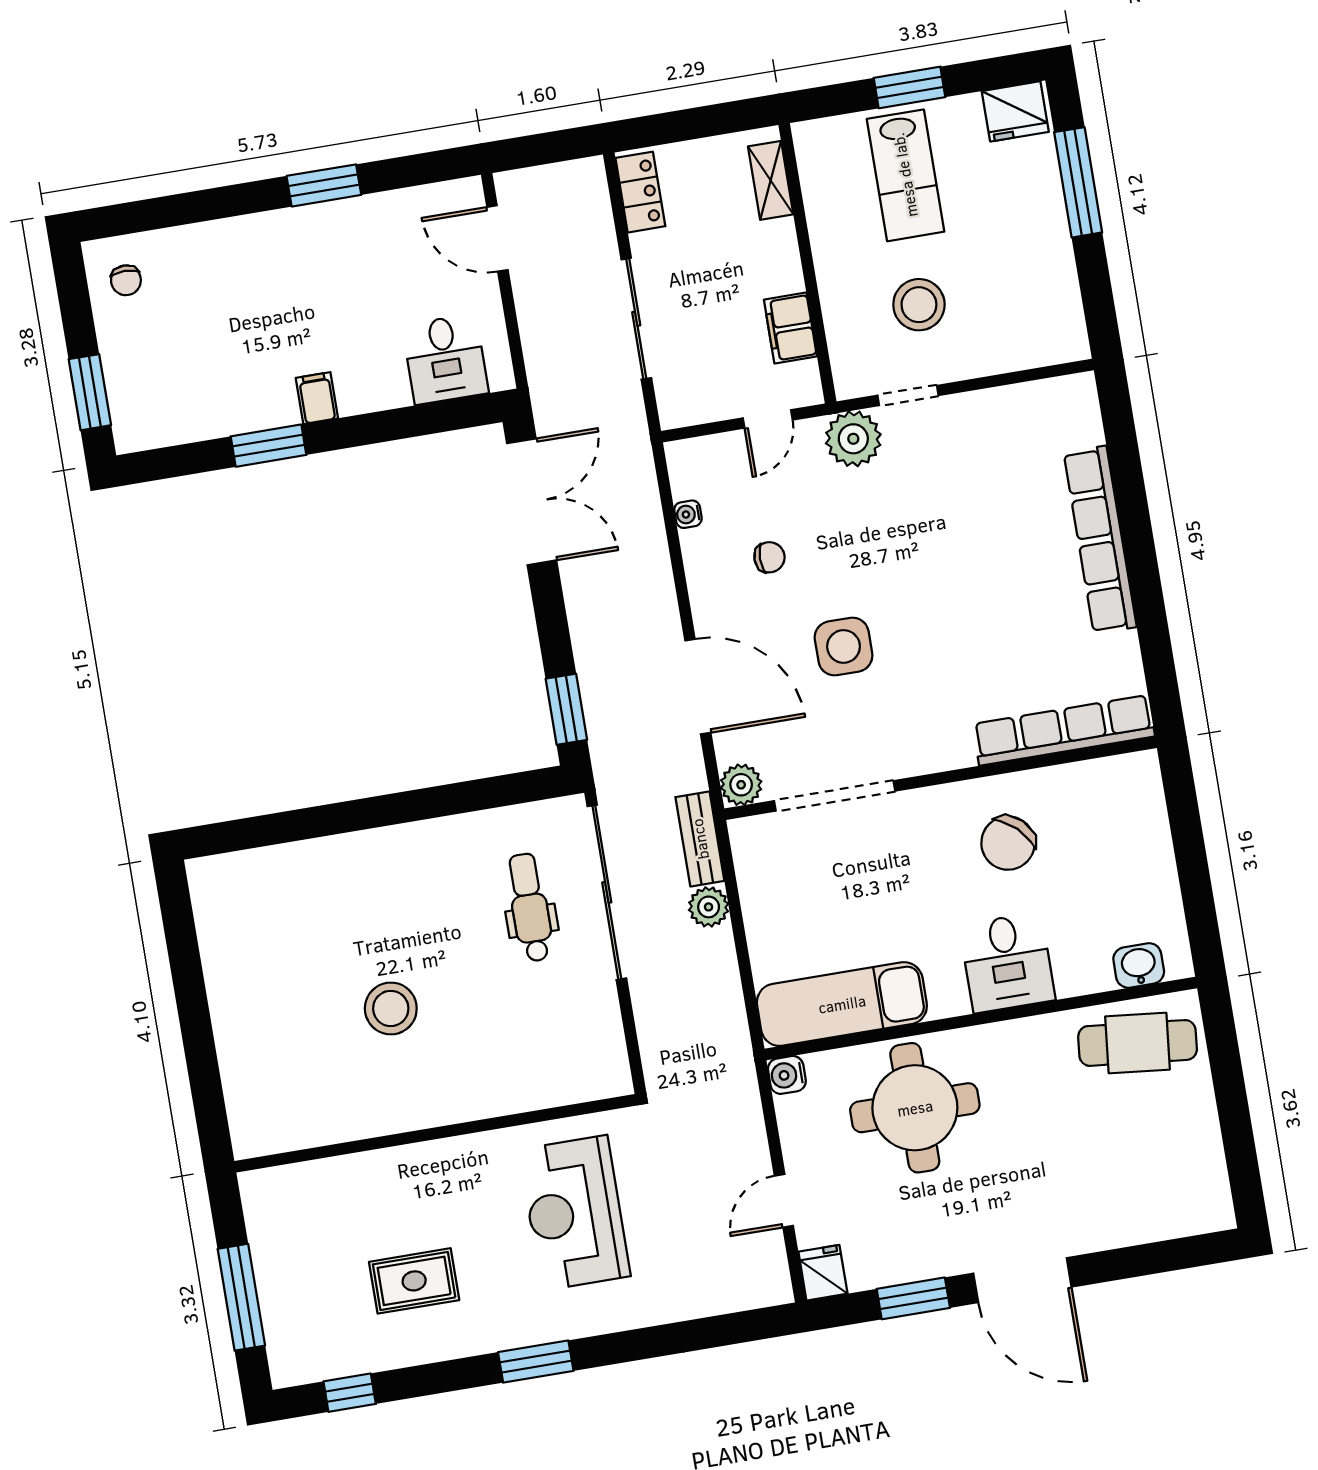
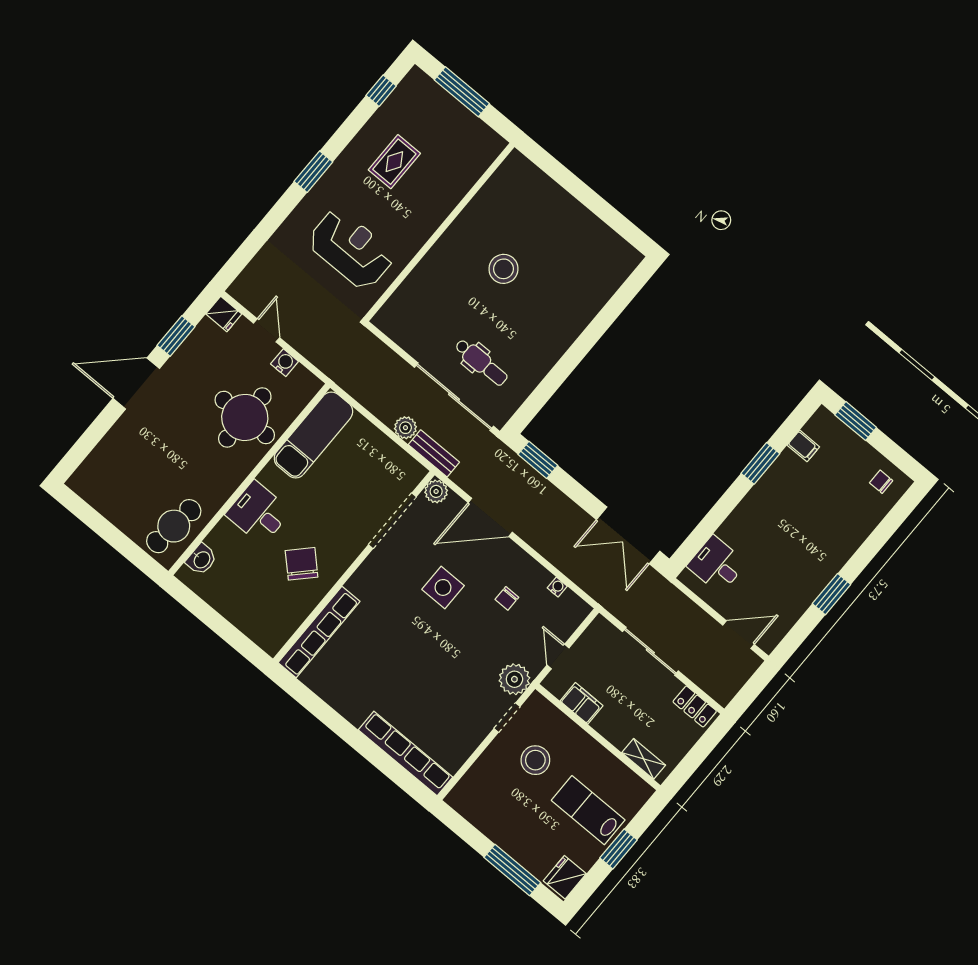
filing cabinet: (317, 398) -> (803, 446), moved
row of seats: (1100, 540) -> (406, 753), moved
water cooler: (787, 1075) -> (285, 363), moved

